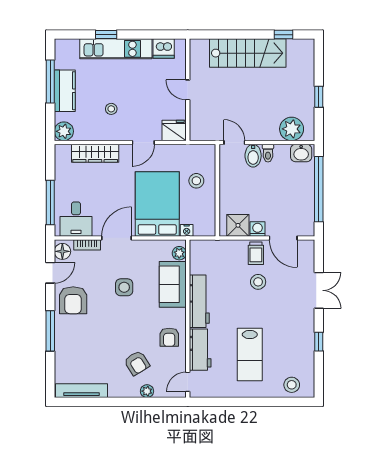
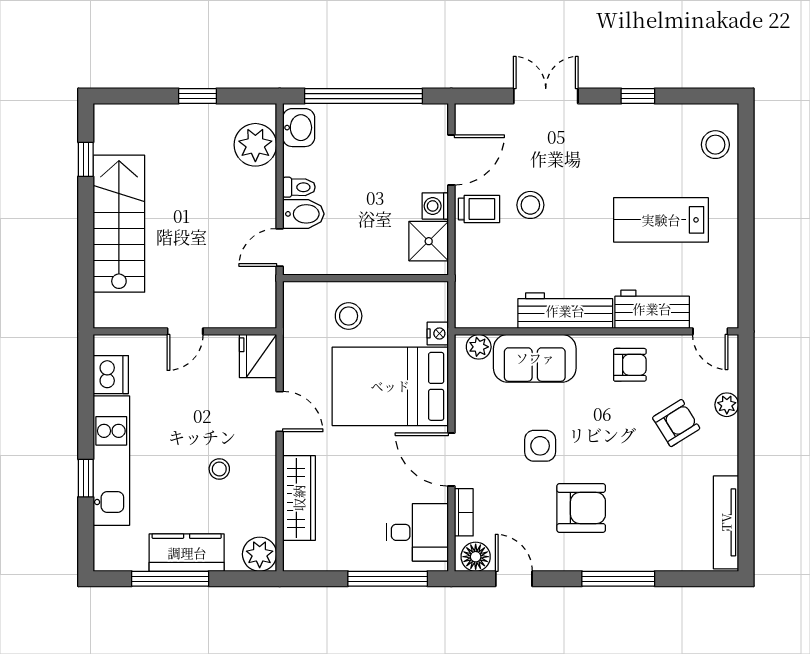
armchair: (73, 300) -> (581, 508), moved
lab bench: (250, 355) -> (661, 220), turned 180

